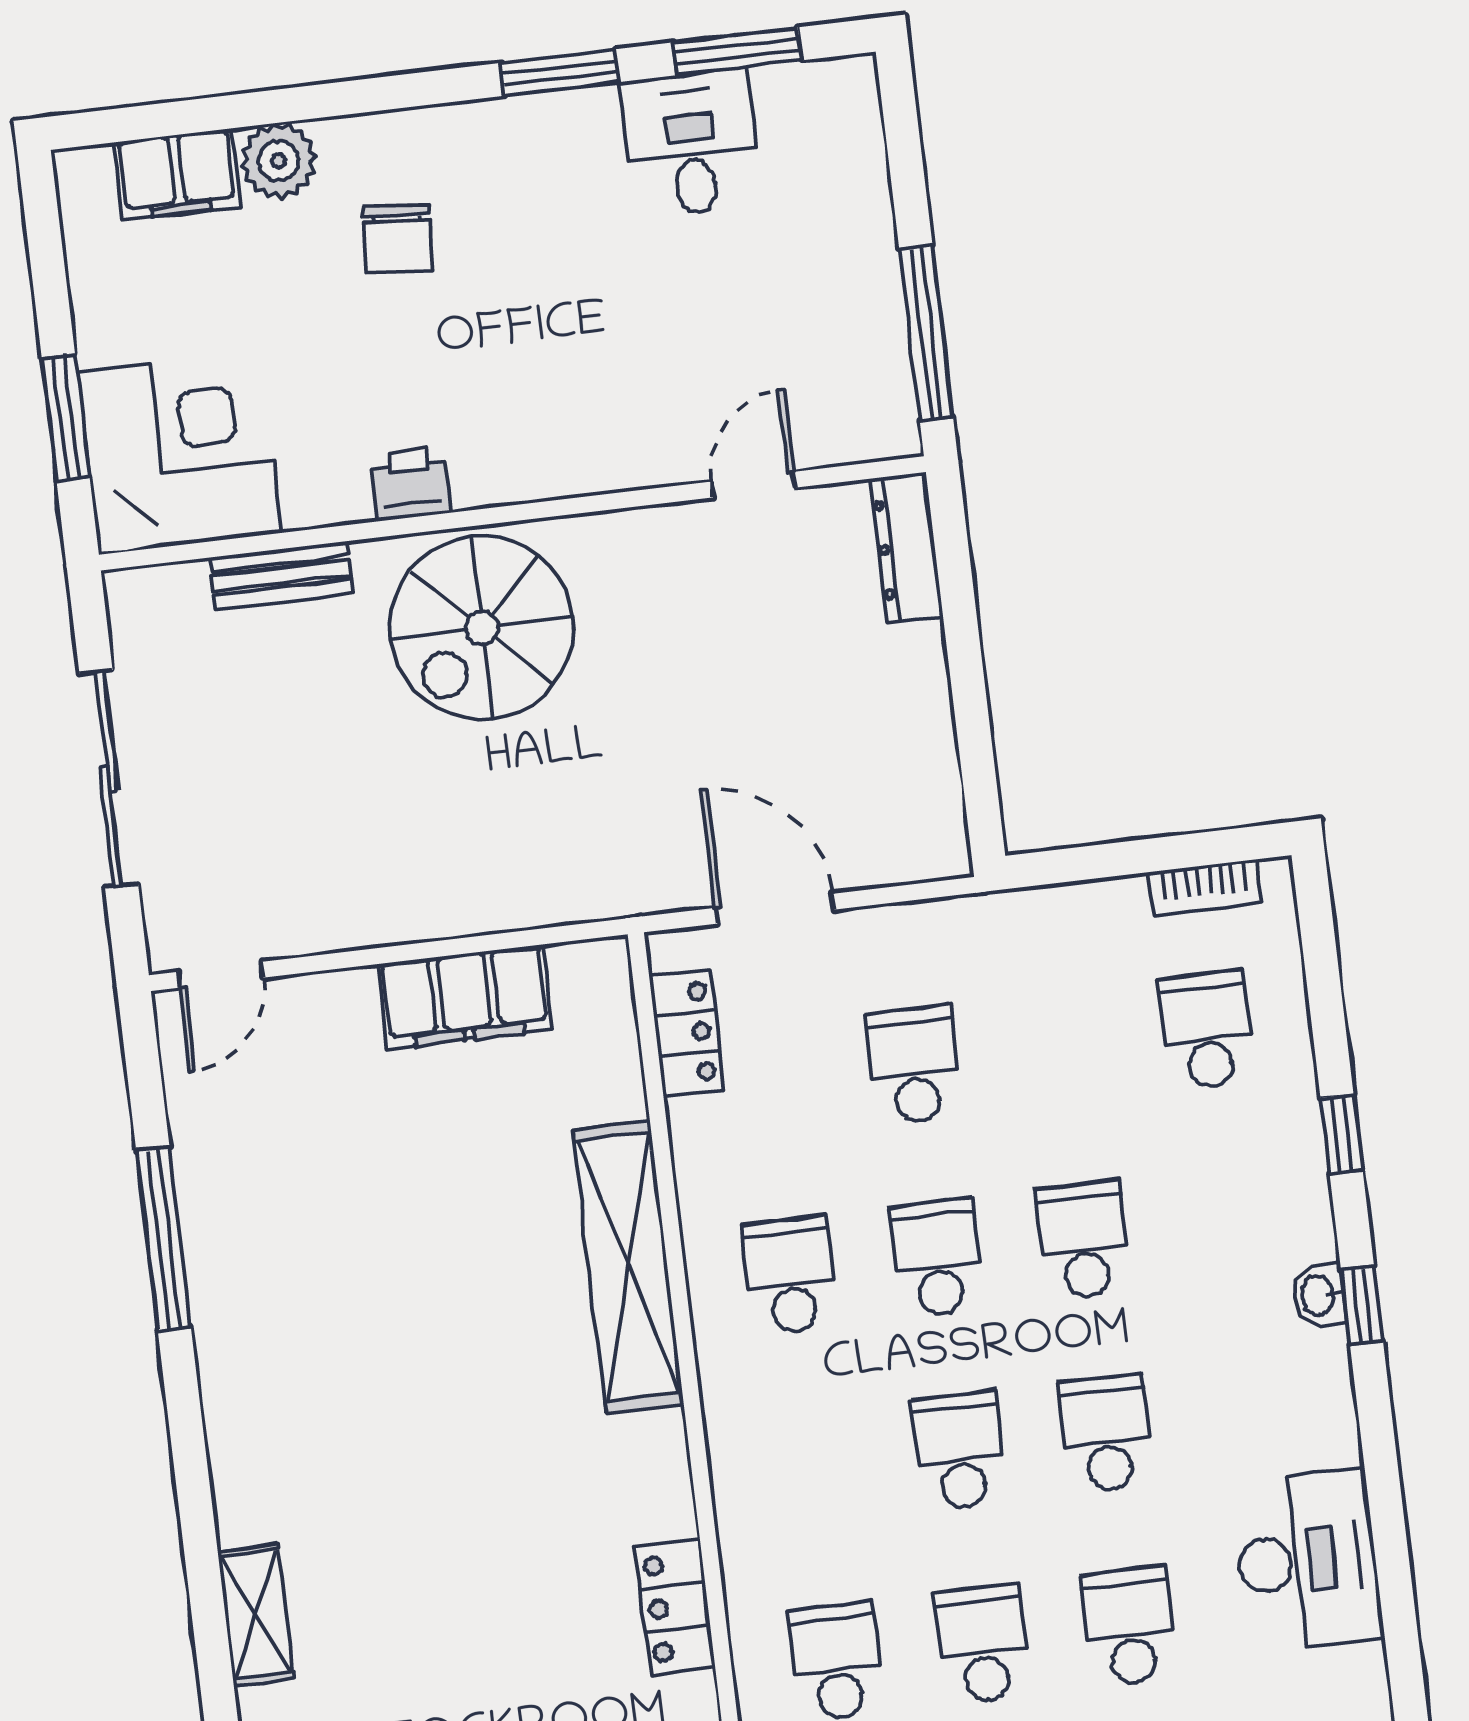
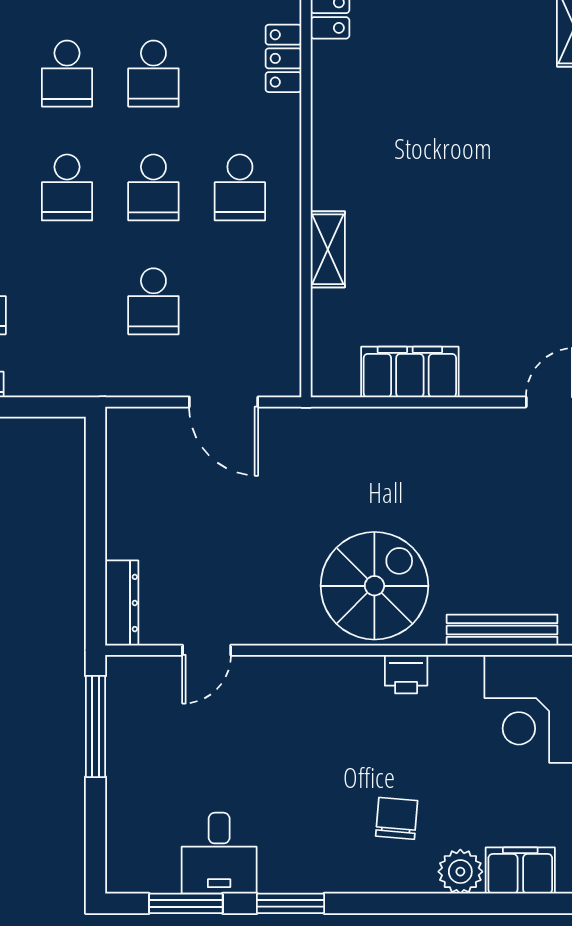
bench: (282, 576) -> (502, 630), width x1.36
locker: (687, 1033) -> (283, 58), moved
shelving: (628, 1267) -> (328, 249), width x0.45, depth x0.75

